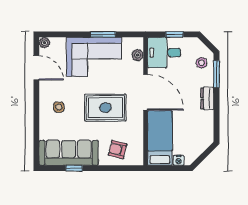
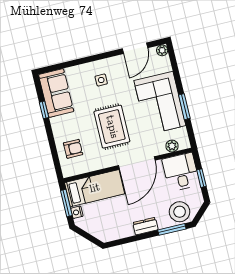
stool: (201, 63) -> (180, 212), width x1.89, depth x1.89
armchair: (118, 150) -> (73, 149), turned 76
sofa: (69, 153) -> (56, 93), width x0.73
window: (168, 168) -> (66, 203), added

